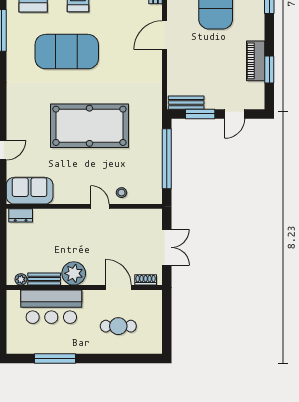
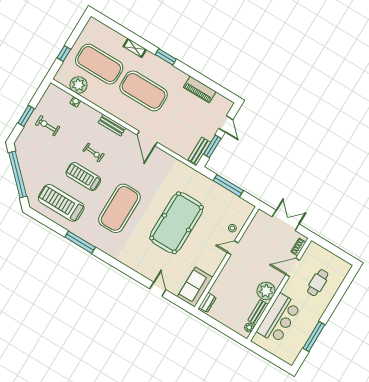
window: (269, 70) -> (211, 84), removed
window: (167, 159) -> (228, 186), width x0.68

